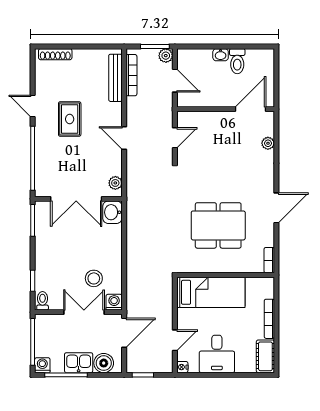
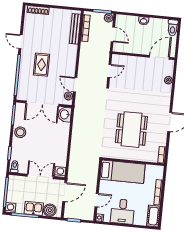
toilet: (237, 61) -> (173, 28), moved
rug: (70, 119) -> (41, 65), moved
door: (124, 138) -> (75, 85), moved
dining table: (218, 225) -> (131, 130), turned 90
stool: (94, 278) -> (20, 132), moved

